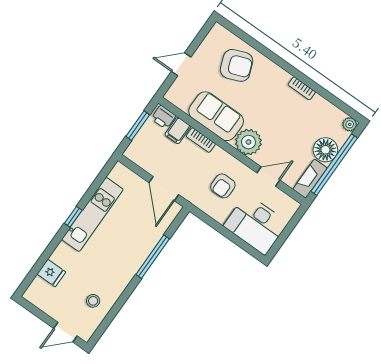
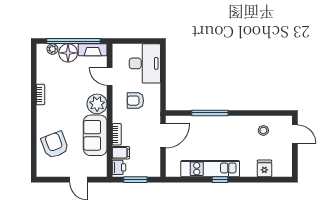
plant: (350, 124) -> (52, 49), moved
armchair: (223, 186) -> (135, 101), turned 180

